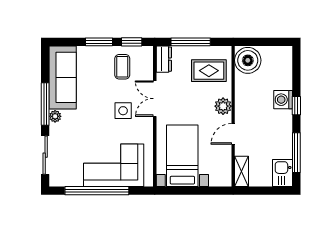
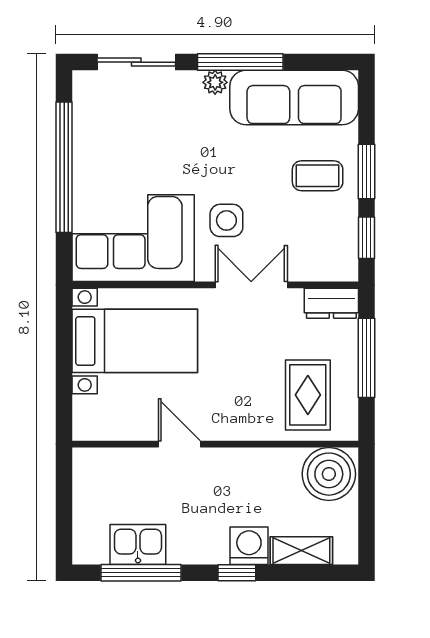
coffee table: (122, 67) -> (318, 176), moved
plant: (223, 106) -> (236, 424), removed
corner sofa: (114, 165) -> (133, 238), moved, turned -90
shelving: (242, 171) -> (301, 551), moved
kitchen sink: (282, 173) -> (138, 544), moved

